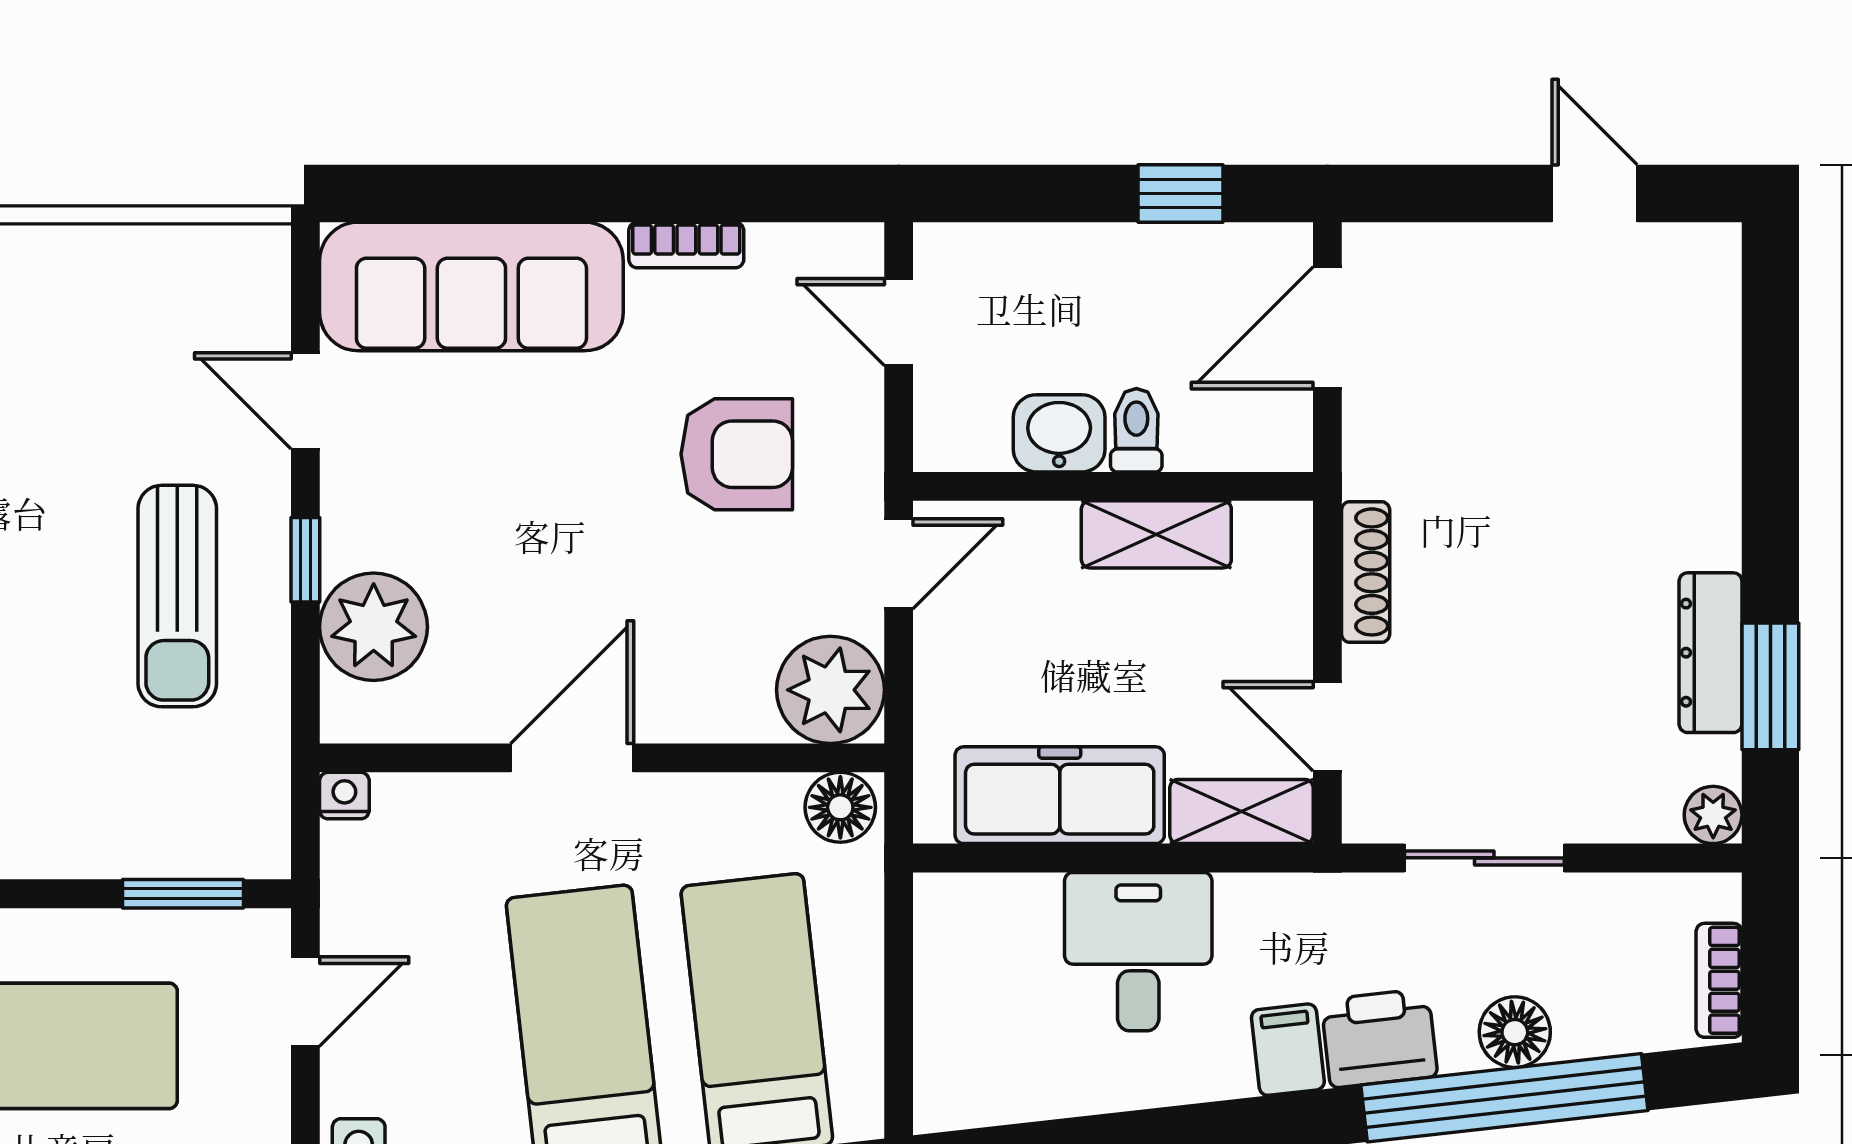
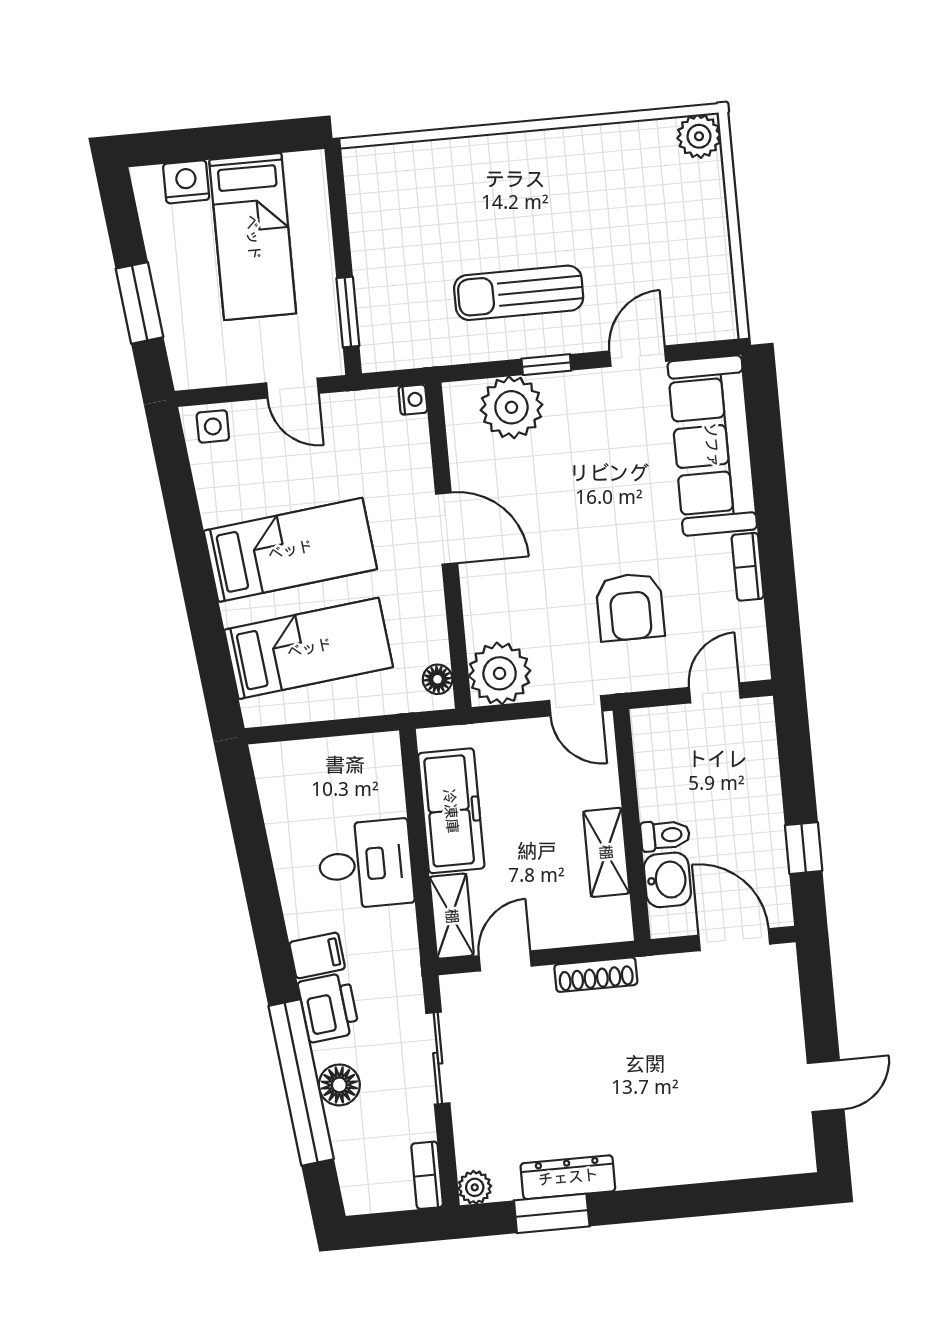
washbasin: (1059, 433) -> (667, 880), moved
floor lamp: (840, 807) -> (438, 679), width x0.73, depth x0.73
bookcase: (1719, 980) -> (427, 1175), moved, turned -90

